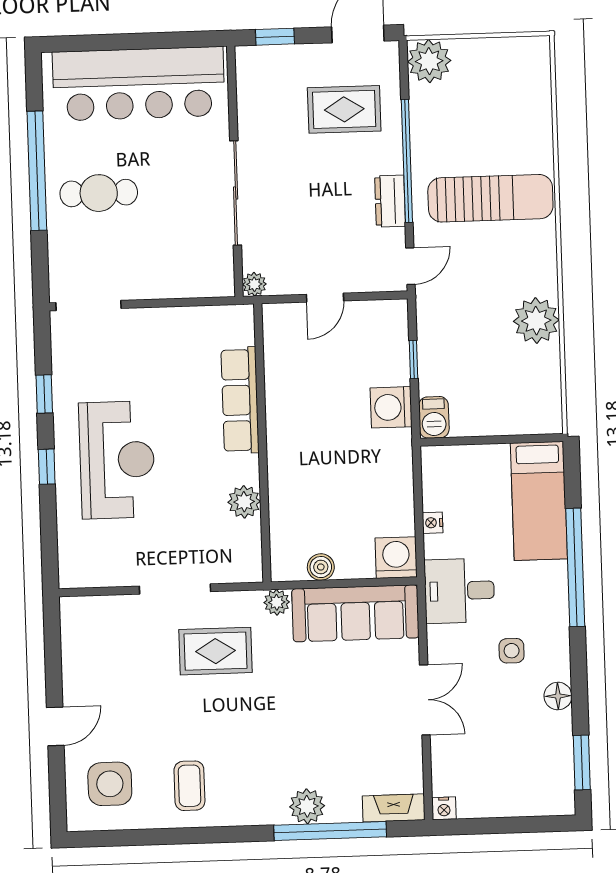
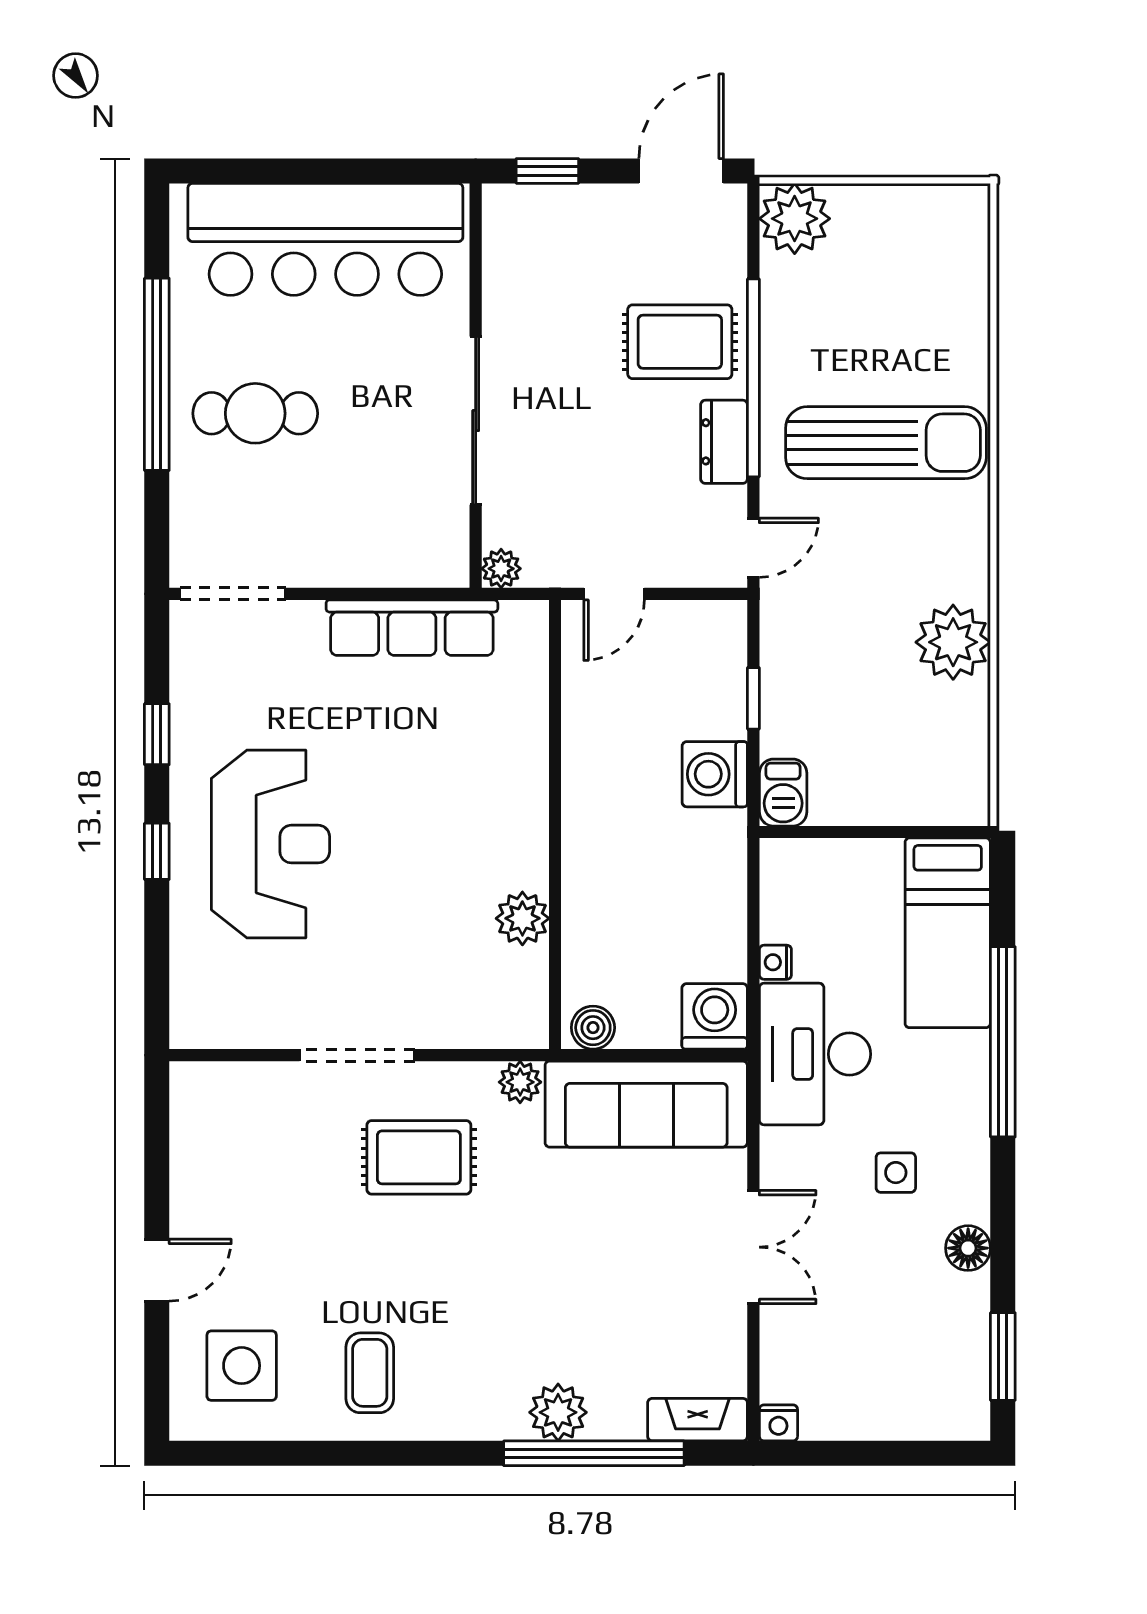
rug: (344, 109) -> (680, 342), moved
row of seats: (240, 400) -> (412, 628), moved, turned -90
wall: (262, 443) -> (555, 825), moved
plant: (244, 502) -> (522, 918), moved
desk: (459, 591) -> (815, 1054), width x1.37

